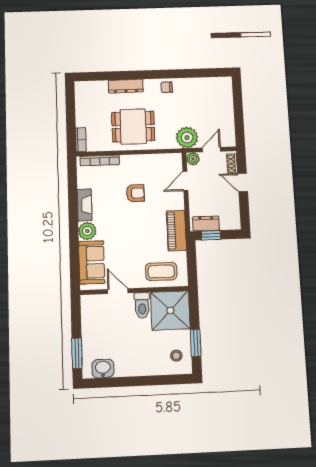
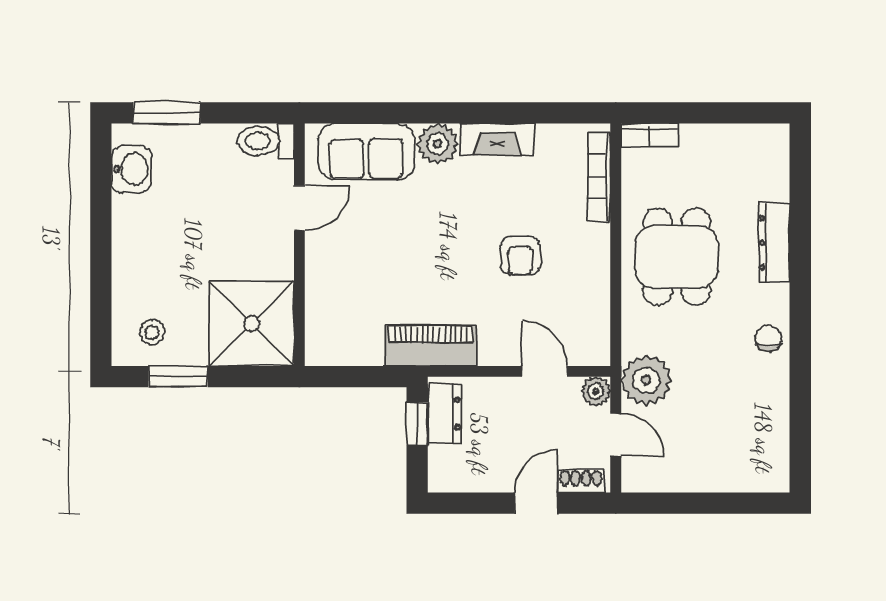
coffee table: (161, 271) -> (340, 307), removed
toilet: (142, 305) -> (266, 141), moved

